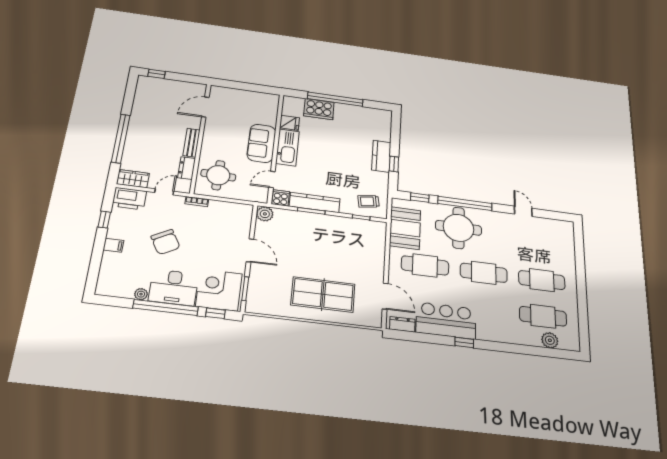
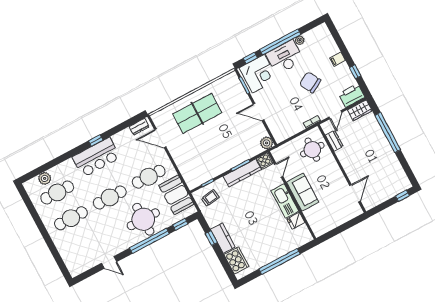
cooker: (319, 109) -> (236, 260), moved, turned 90
bench: (191, 143) -> (344, 161), removed
bar counter: (446, 320) -> (96, 157), moved

